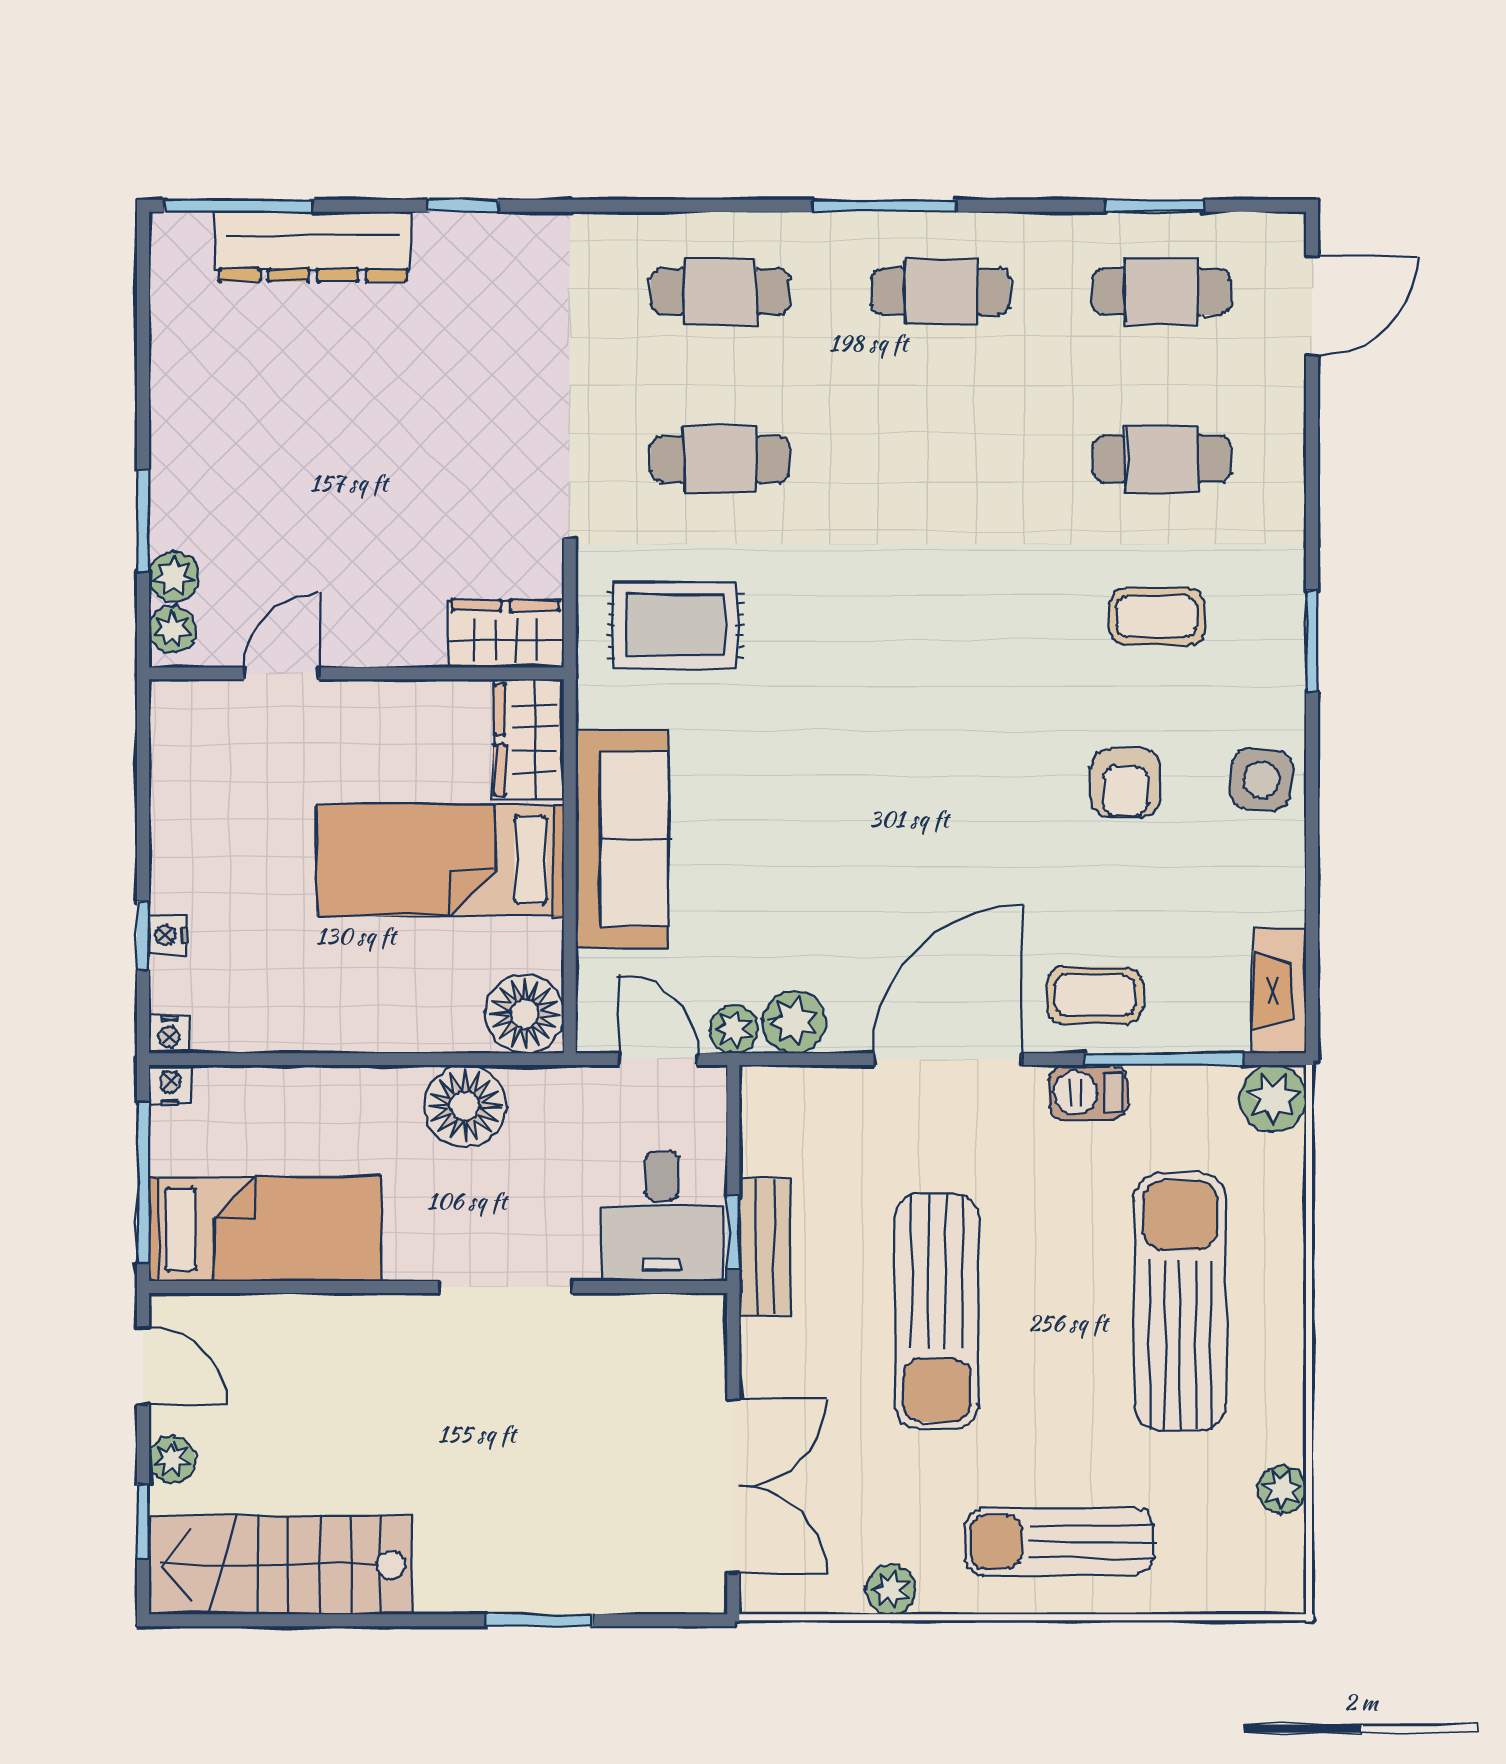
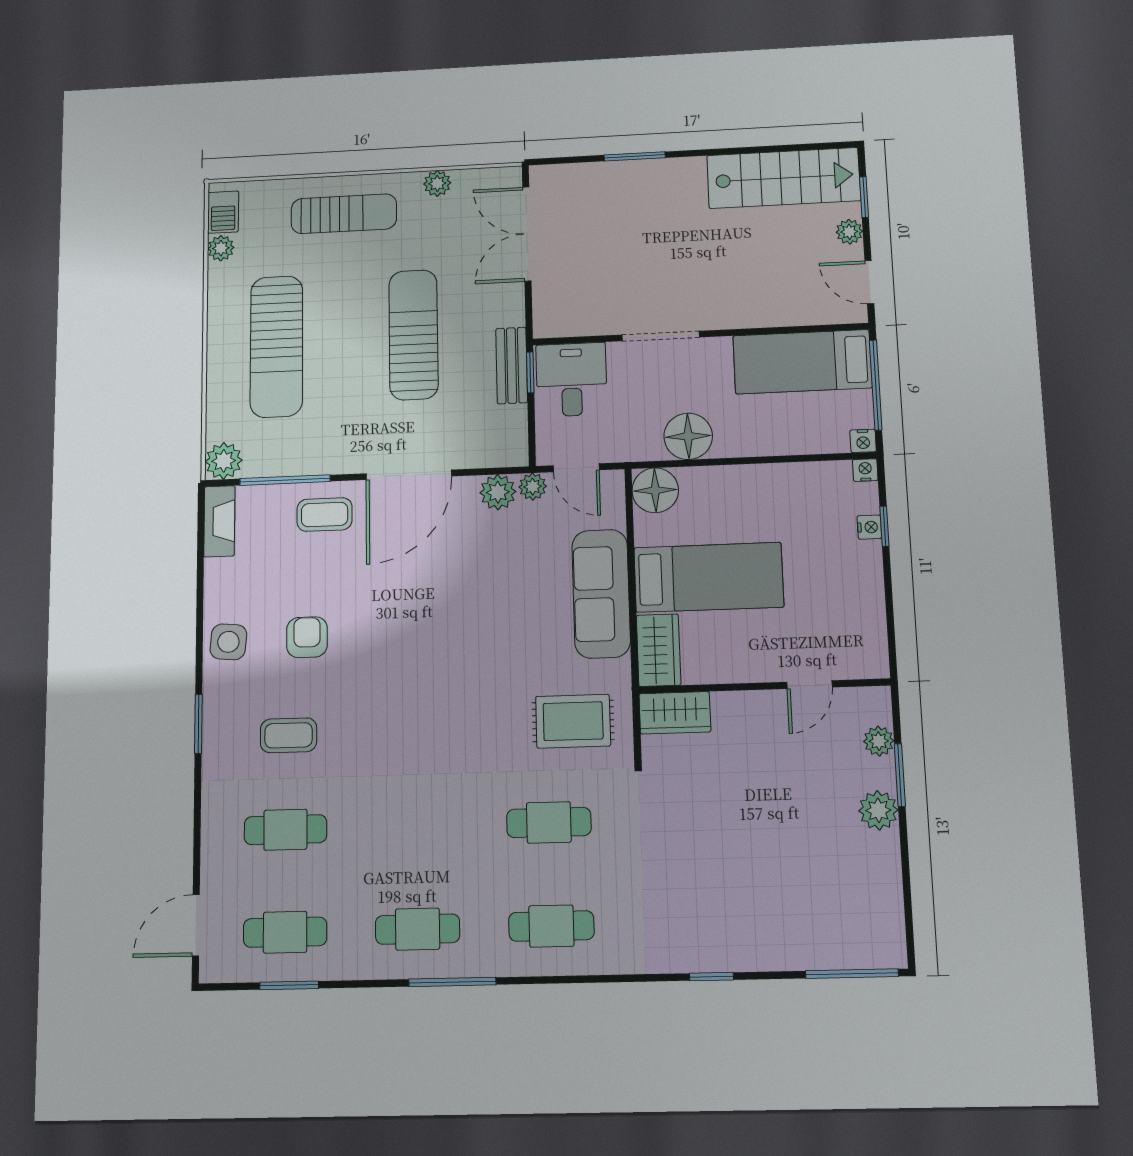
dresser: (313, 247) -> (804, 949), removed
plant: (172, 630) -> (878, 810), moved, width x1.38, depth x1.38
barbecue: (1088, 1093) -> (223, 212), moved, turned 90

